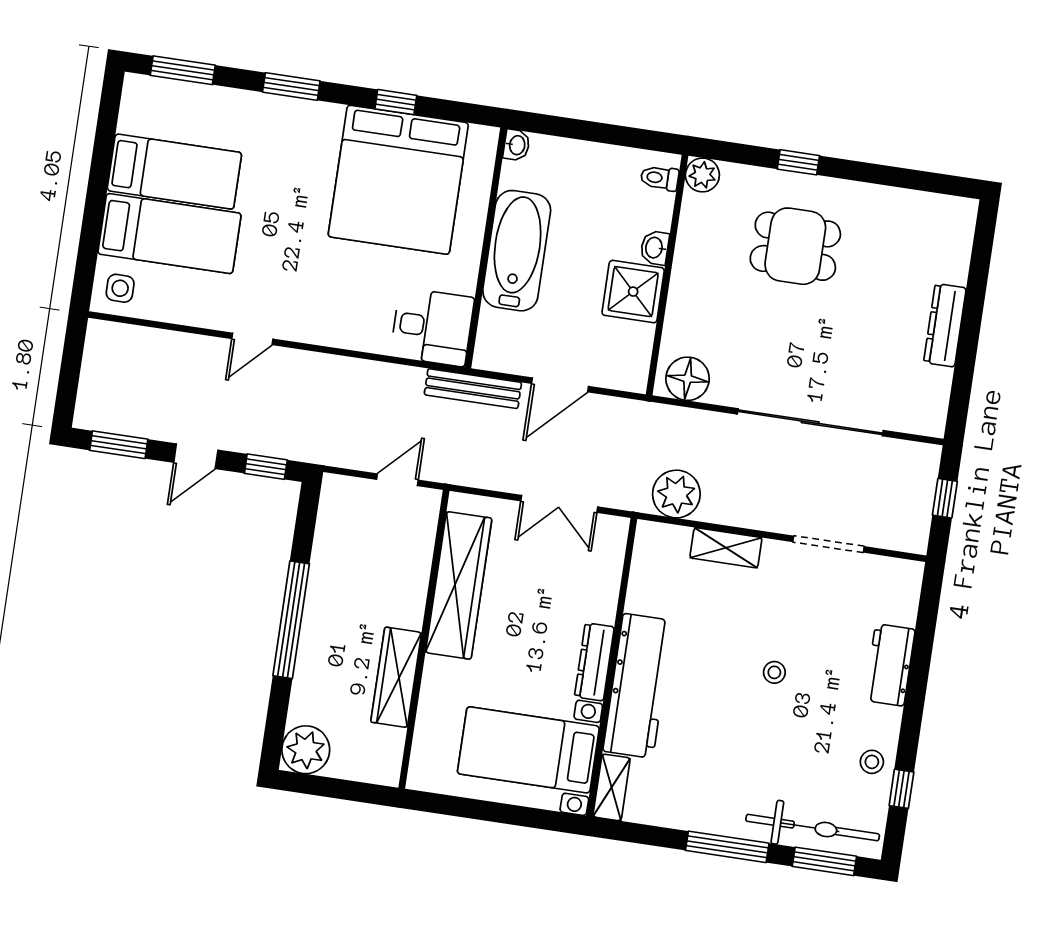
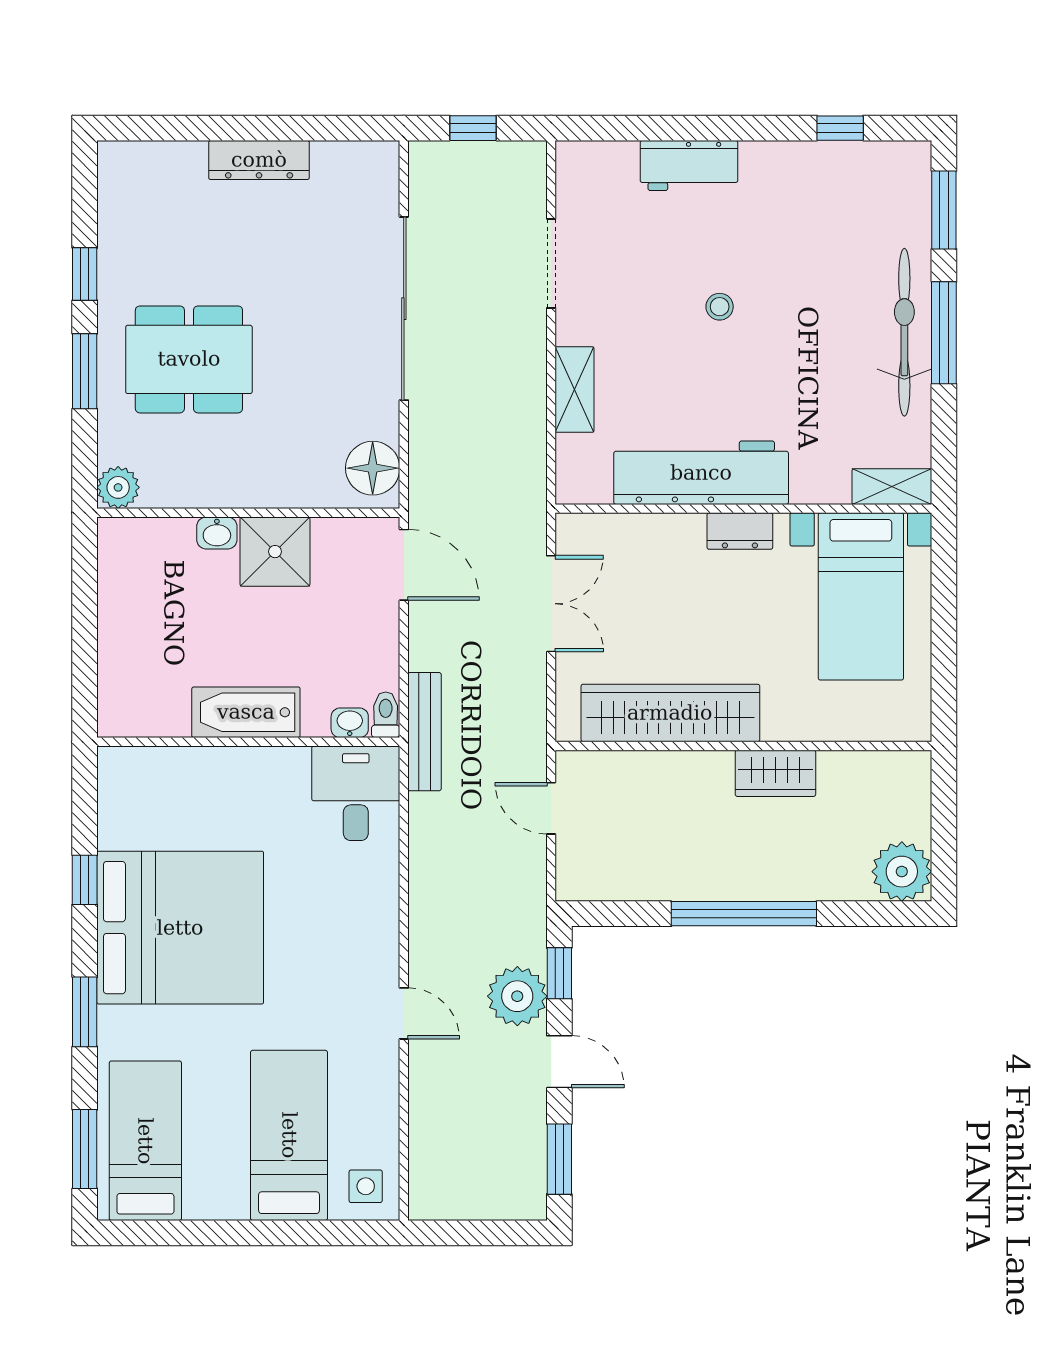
washbasin: (517, 145) -> (350, 723), moved
window: (798, 162) -> (85, 371), width x1.50
bed: (174, 172) -> (145, 1141), moved
window: (875, 174) -> (85, 274), added
toilet: (660, 178) -> (386, 715), moved, turned 180
bed: (398, 180) -> (180, 928), moved
dining table: (795, 246) -> (189, 359), width x1.38
bathtub: (517, 251) -> (246, 712), width x0.73, depth x0.73
door: (560, 385) -> (404, 565), moved
plant: (676, 494) -> (517, 996), moved
dresser: (594, 662) -> (740, 531), width x0.70
wardrobe: (396, 677) -> (775, 773), width x0.67
workbench: (638, 686) -> (701, 473), moved
stool: (872, 762) -> (812, 170), removed
bicycle: (813, 828) -> (904, 332), moved

